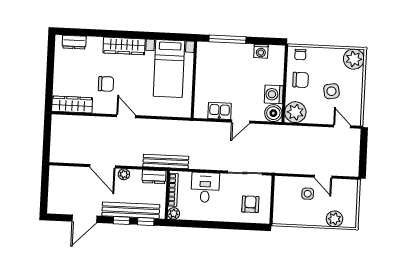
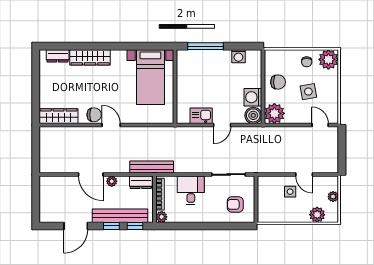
wardrobe: (124, 46) -> (90, 57), moved
chair: (300, 55) -> (307, 62), moved
chair: (106, 84) -> (94, 115), moved
plant: (352, 201) -> (333, 197), added
armchair: (250, 204) -> (235, 204), turned -90

